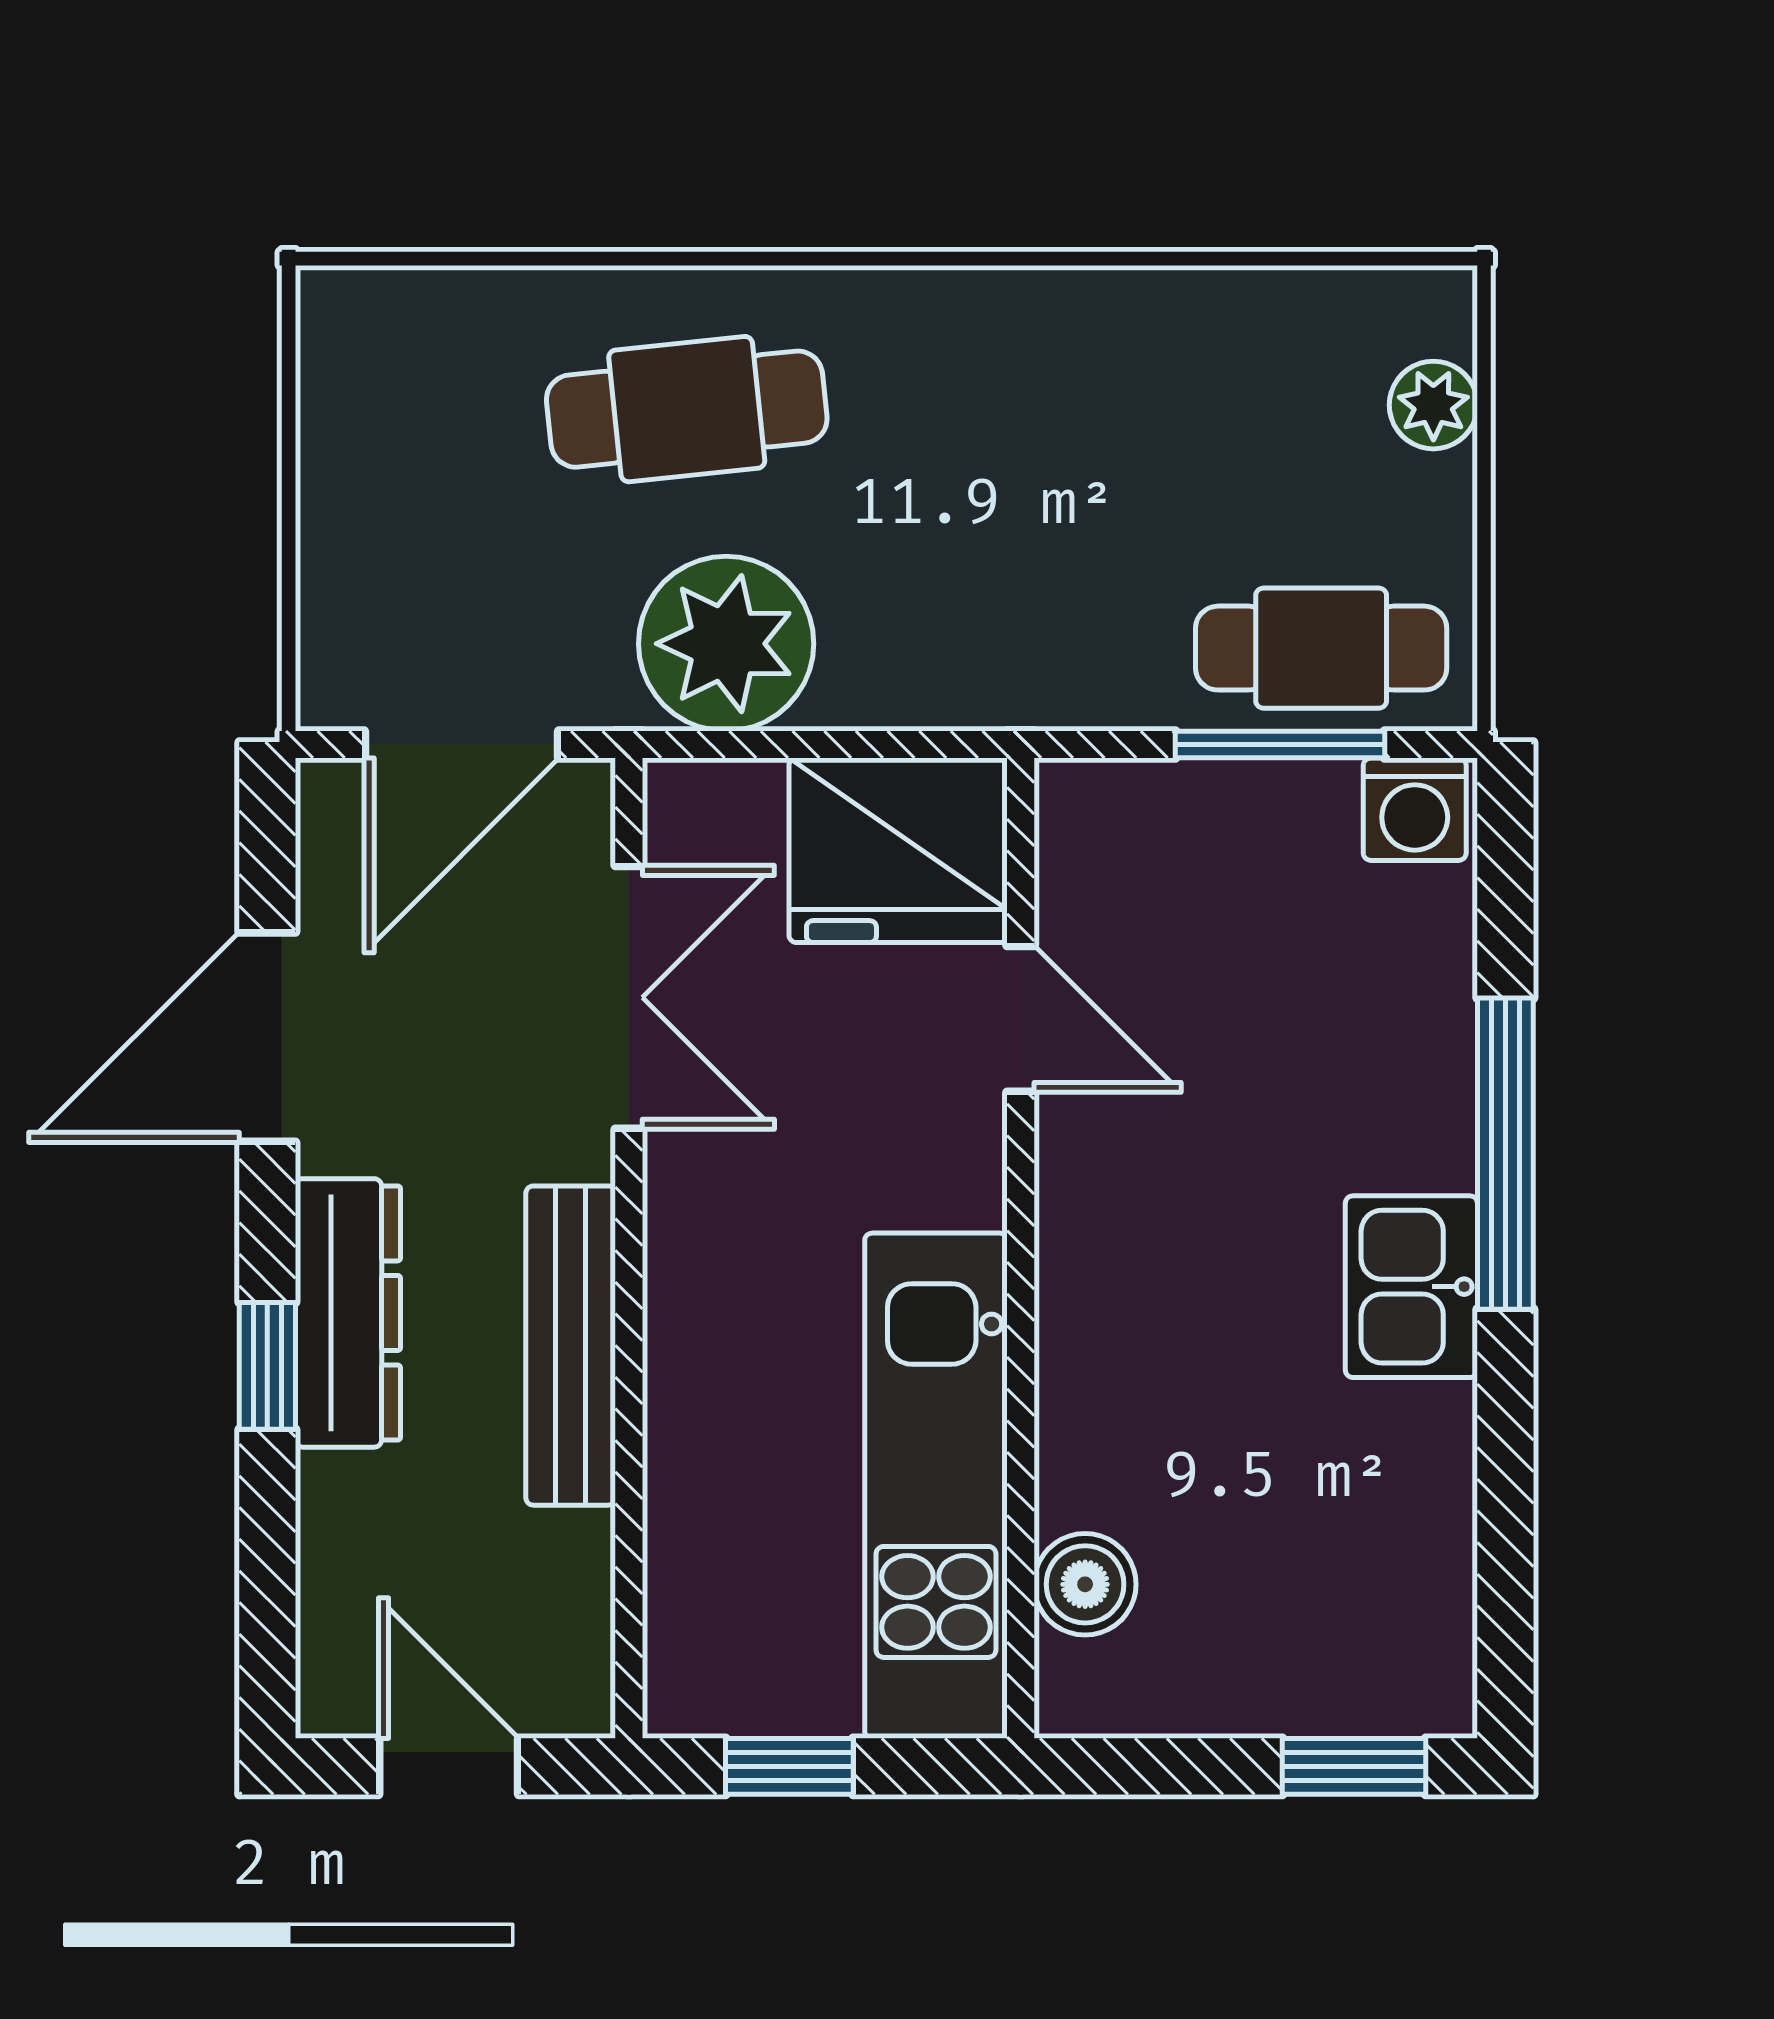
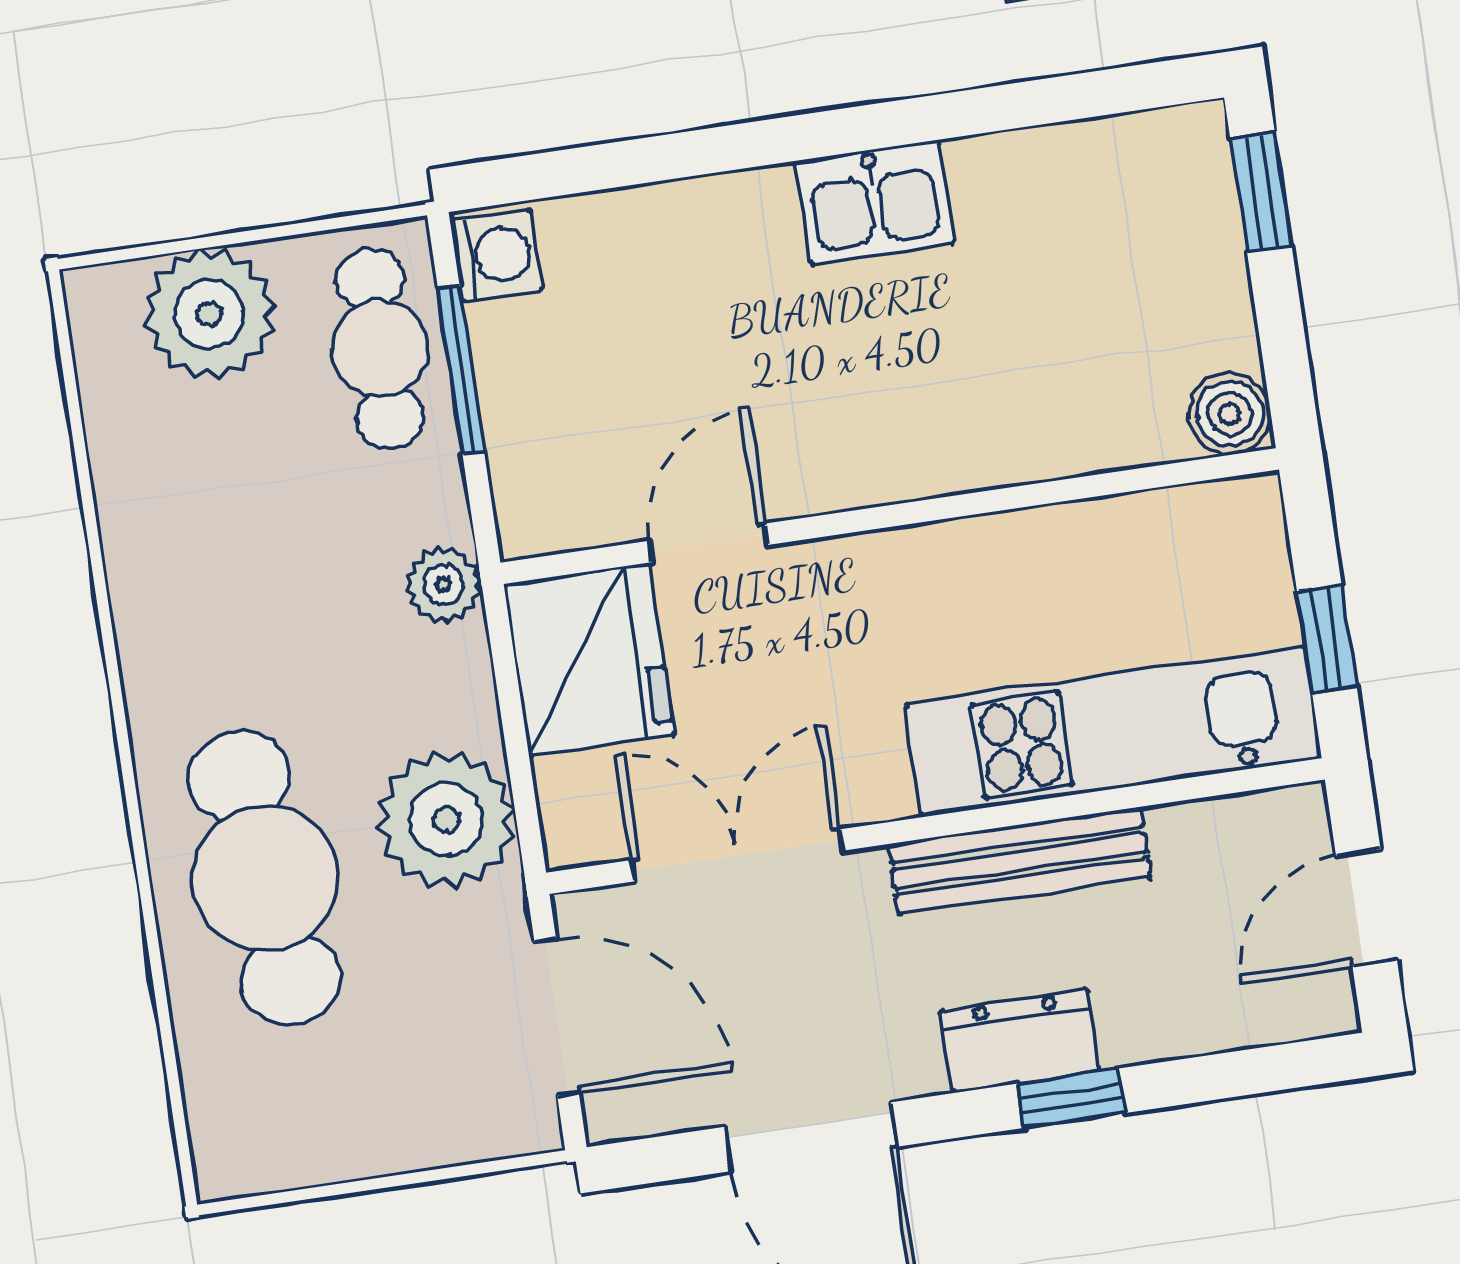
plant: (1433, 405) -> (209, 314), width x1.87, depth x1.87
cafe table: (687, 409) -> (265, 878), width x1.37, depth x1.35
plant: (1017, 683) -> (443, 585), added
window: (1505, 1154) -> (758, 144), removed
dresser: (348, 1313) -> (1020, 1041), width x0.70
kitchen unit: (936, 1486) -> (1114, 731), moved, turned 180
boiler: (1085, 1584) -> (1230, 414), moved

